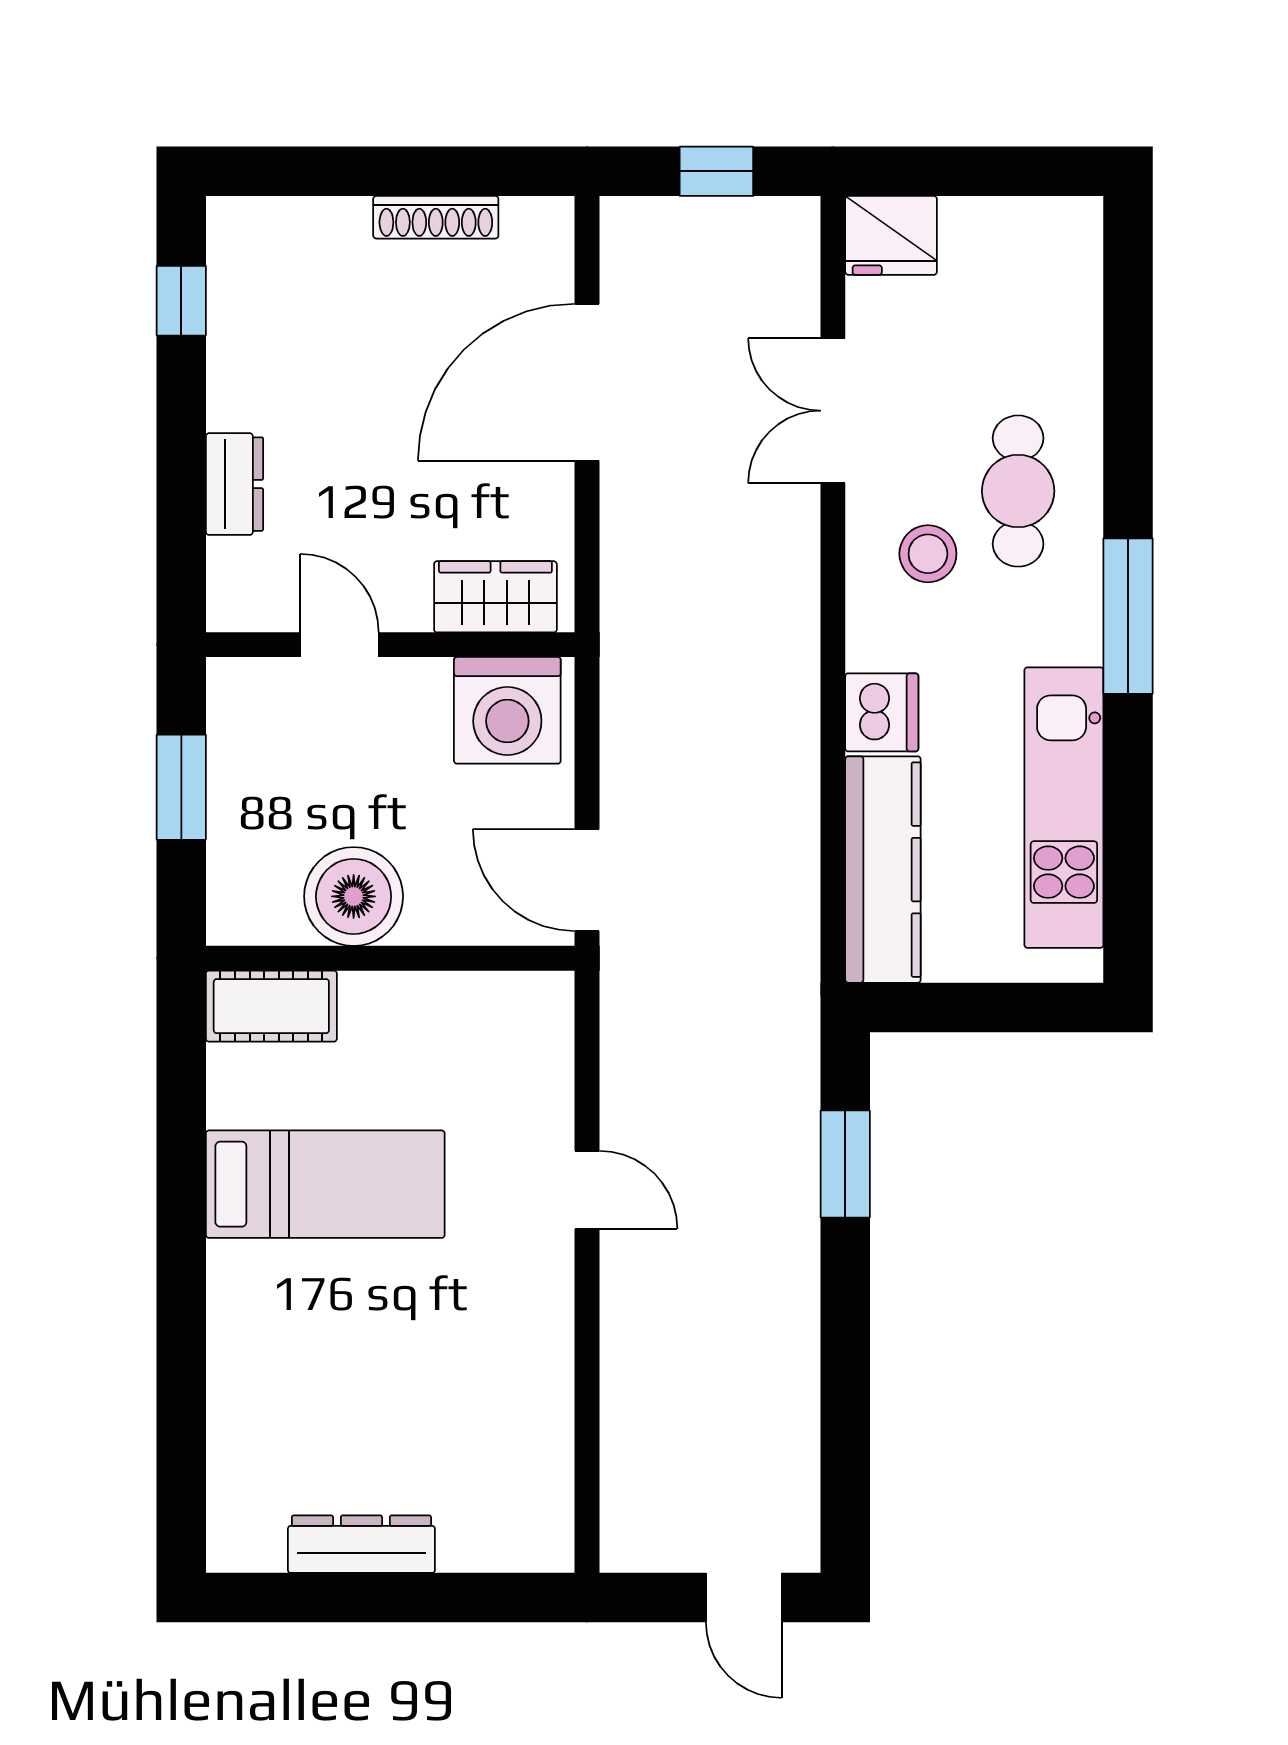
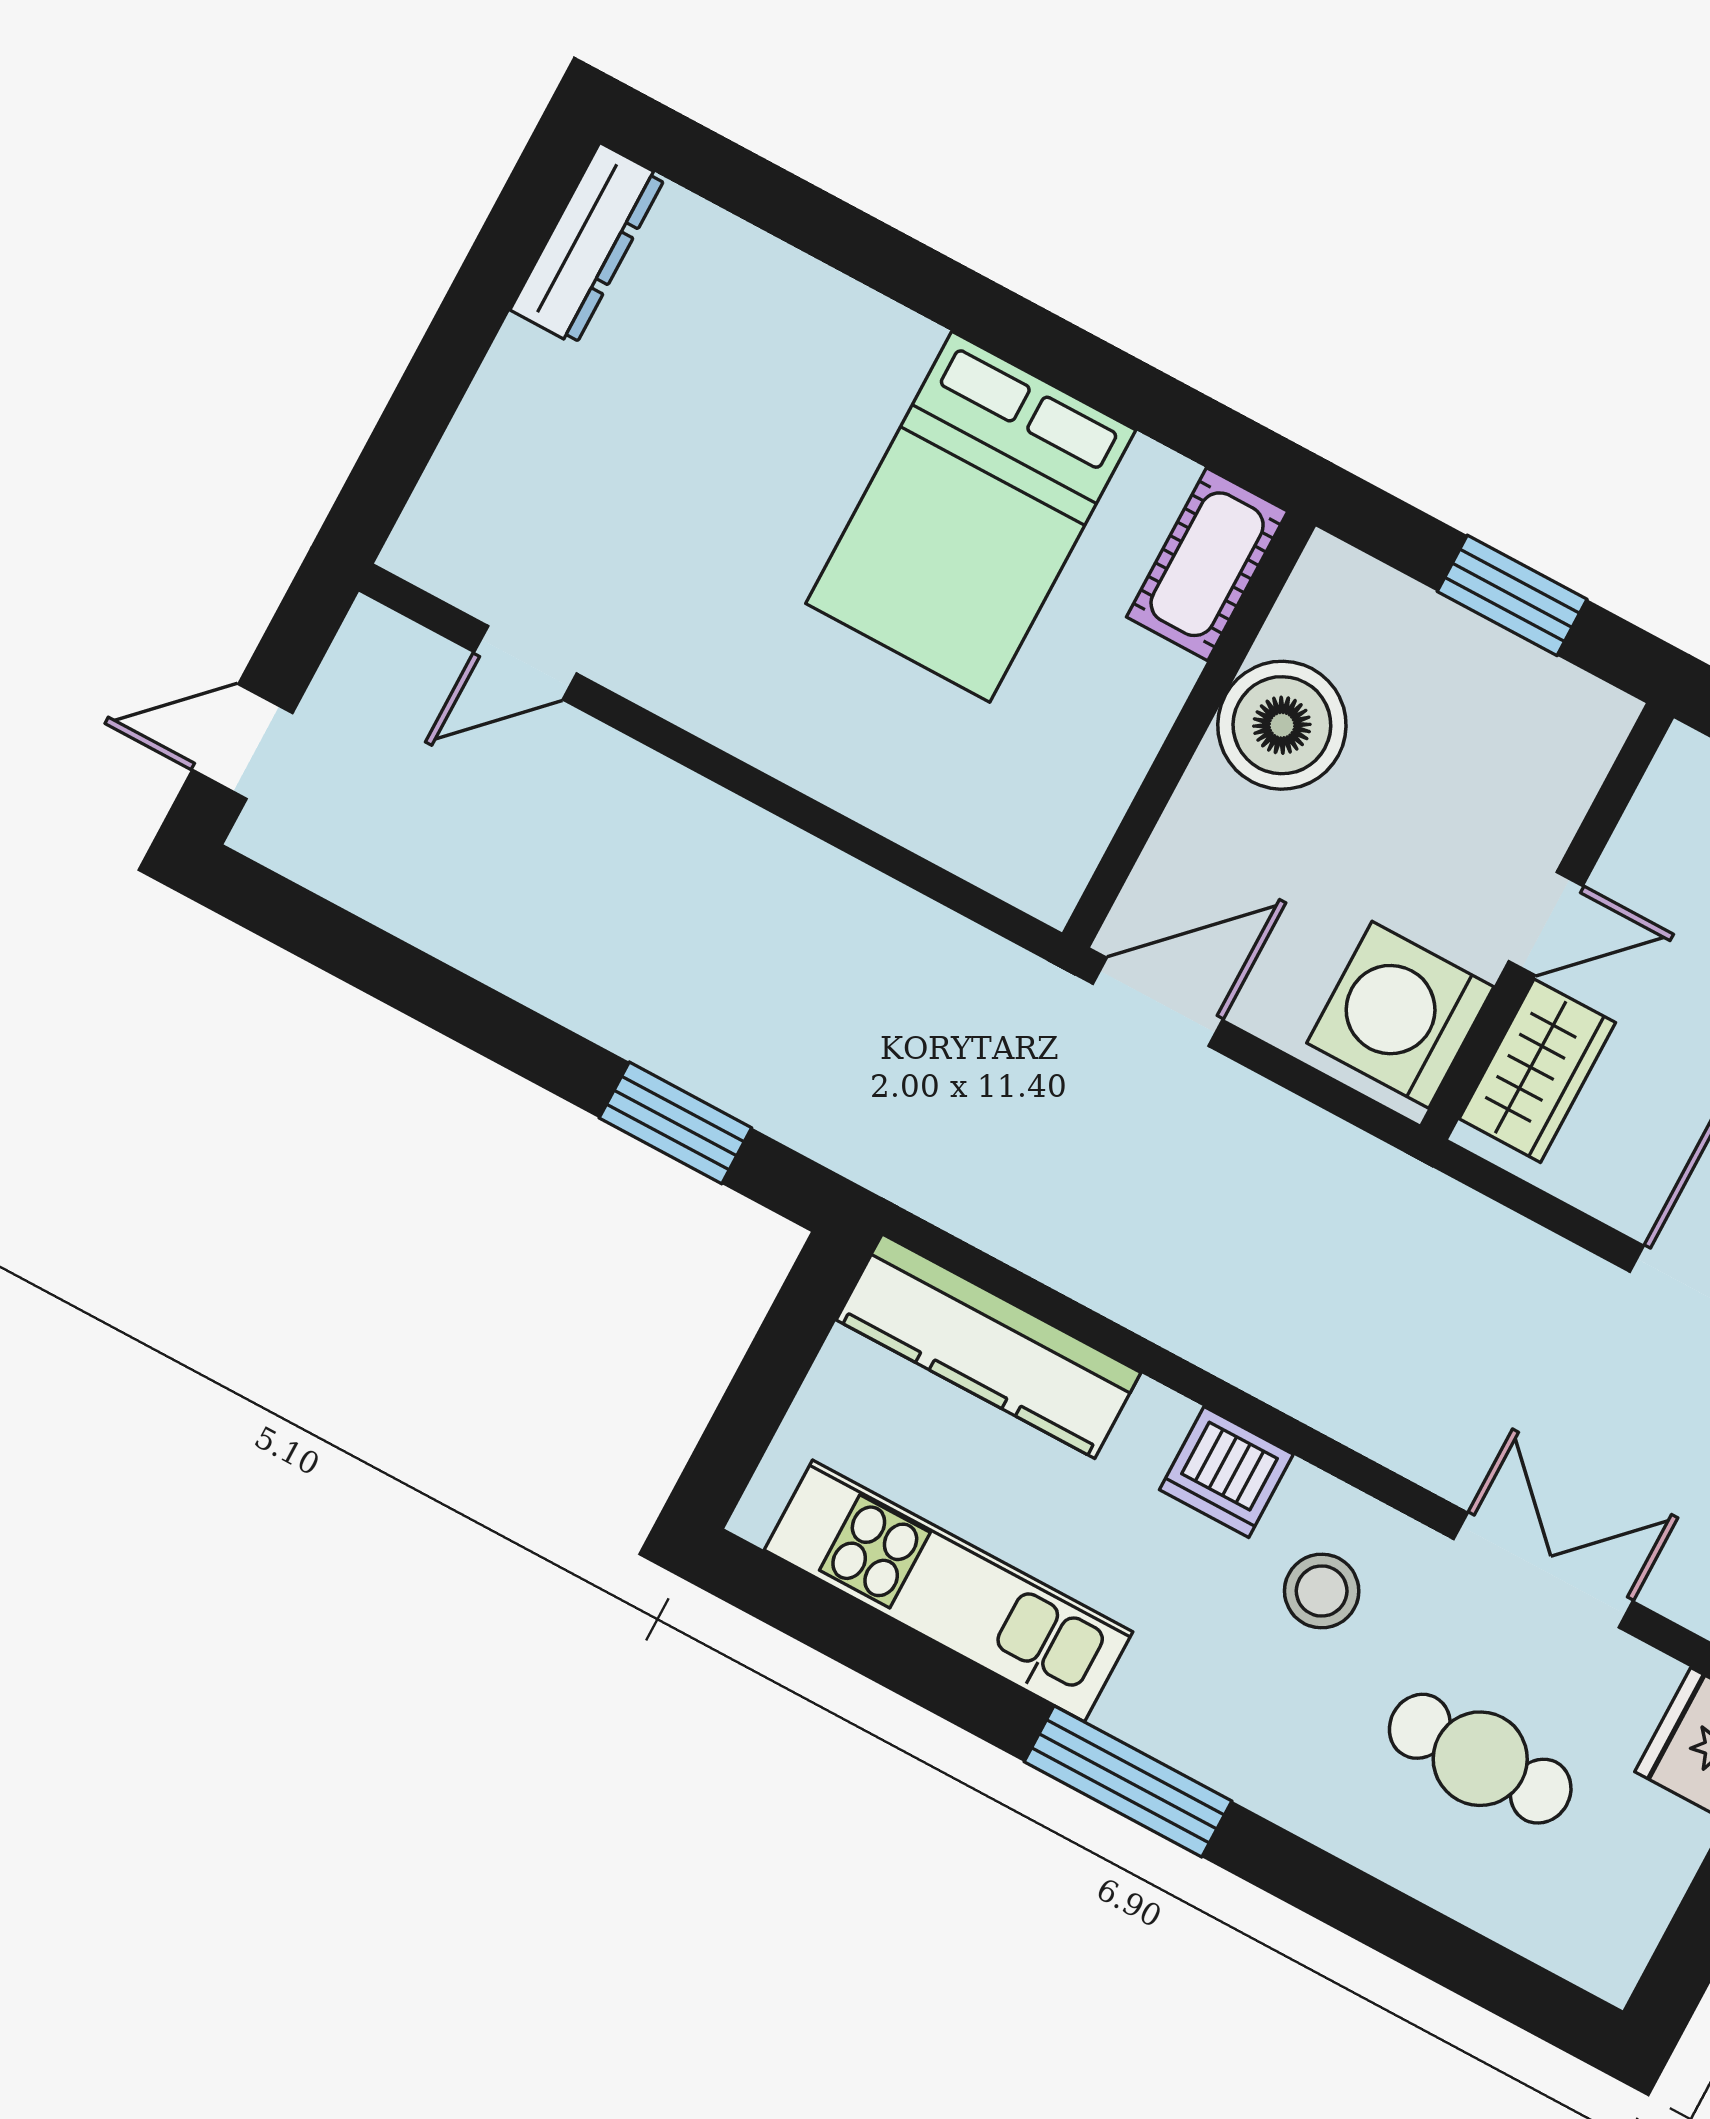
cafe table: (1018, 491) -> (1480, 1759), moved
door: (339, 645) -> (1546, 924), moved
dishwasher: (882, 712) -> (1226, 1472), moved
bed: (325, 1184) -> (971, 517), width x1.50
door: (587, 1190) -> (525, 663), moved
dresser: (361, 1544) -> (588, 244), moved

